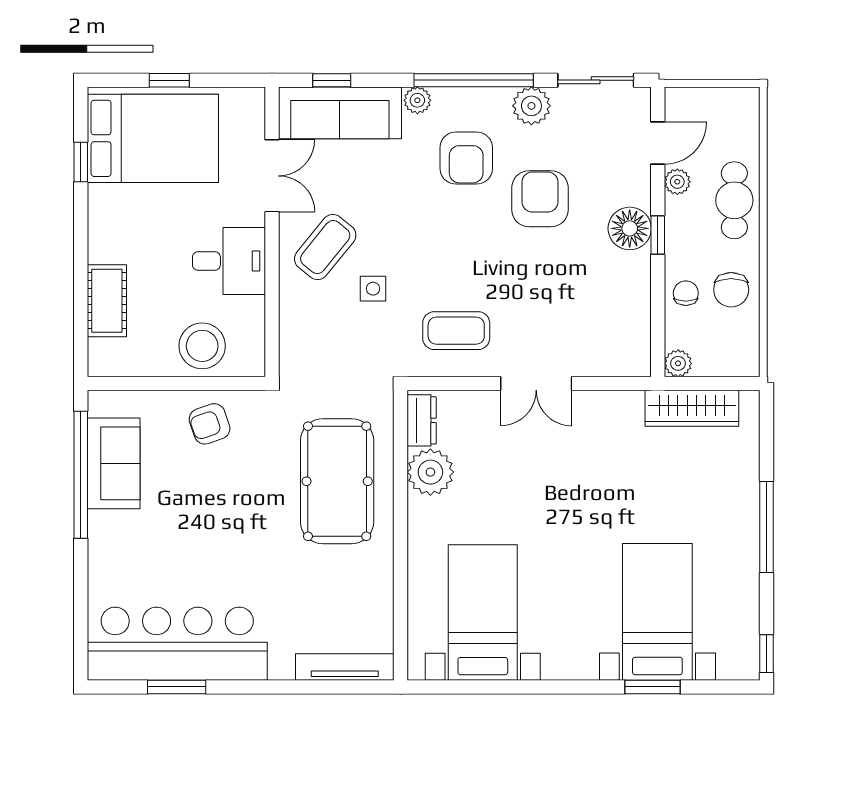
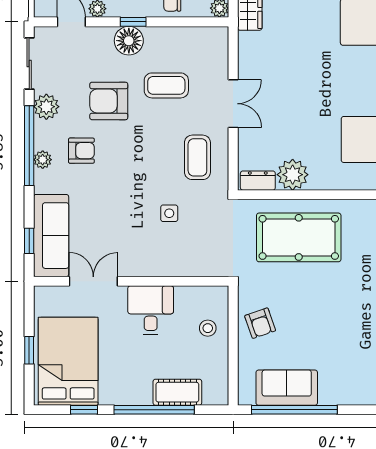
plant: (417, 100) -> (43, 160), moved
armchair: (466, 158) -> (81, 151), width x0.72, depth x0.72
coffee table: (325, 247) -> (166, 85), moved, turned -39
window: (81, 266) -> (154, 410), added
stool: (202, 346) -> (208, 328), width x0.53, depth x0.53

